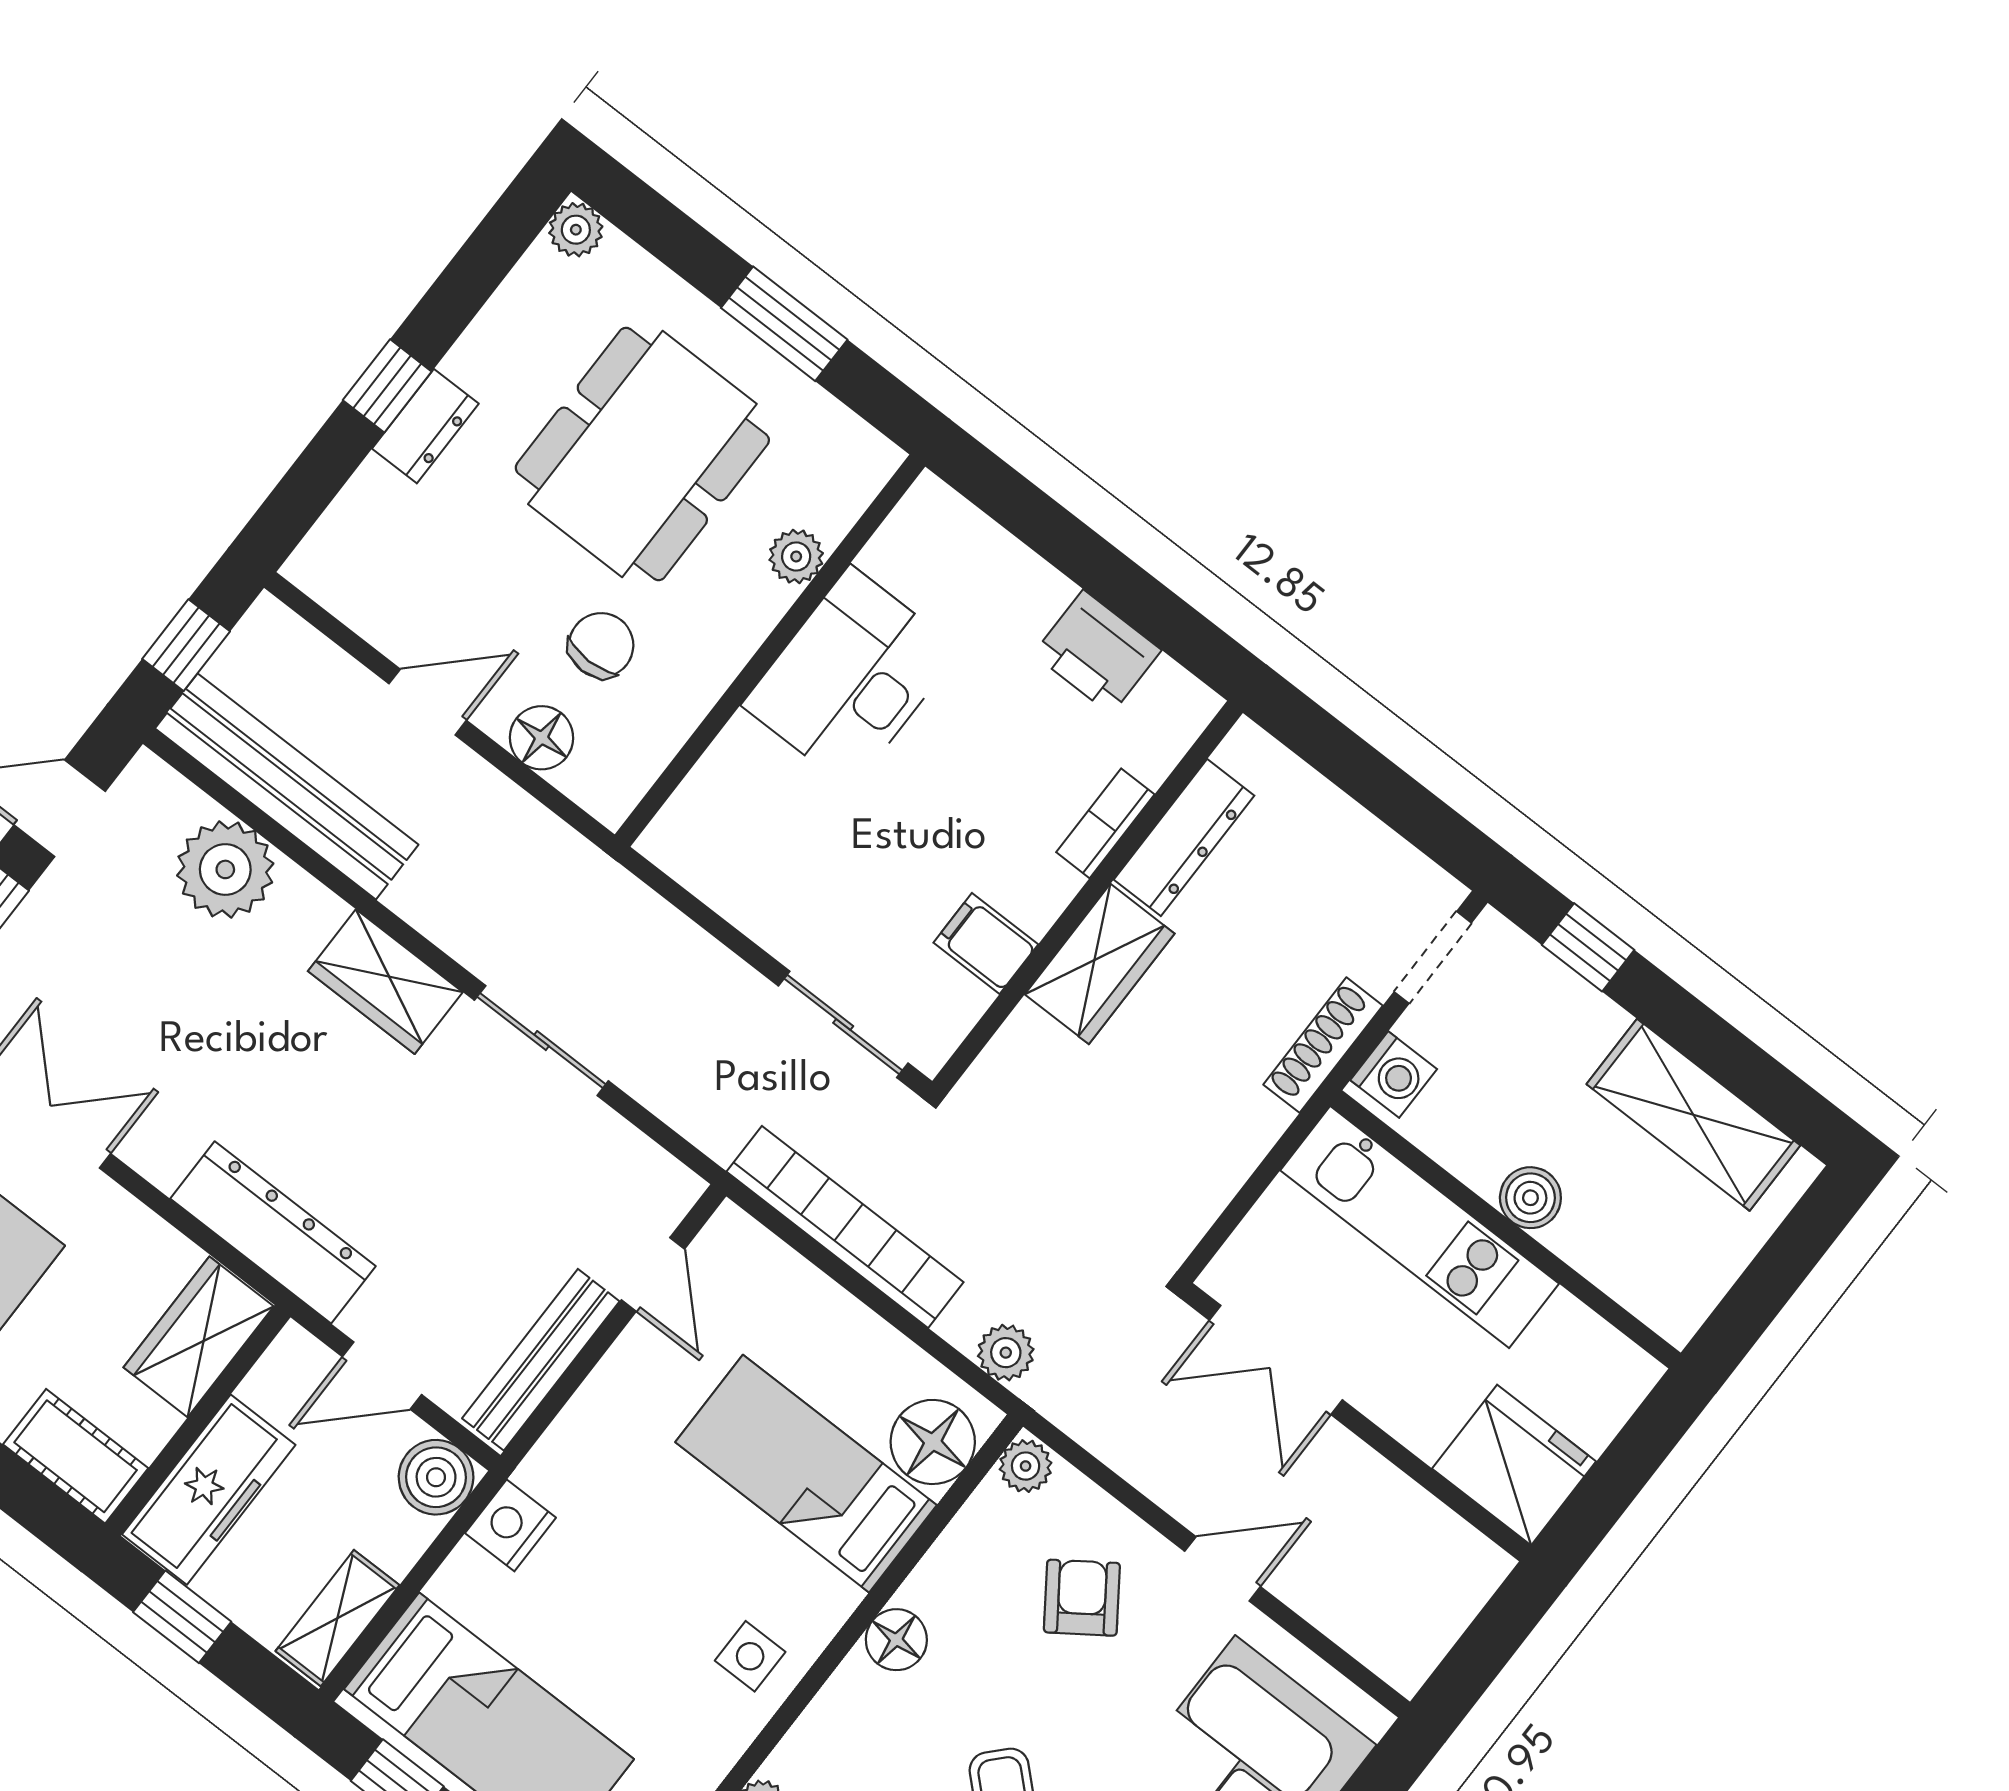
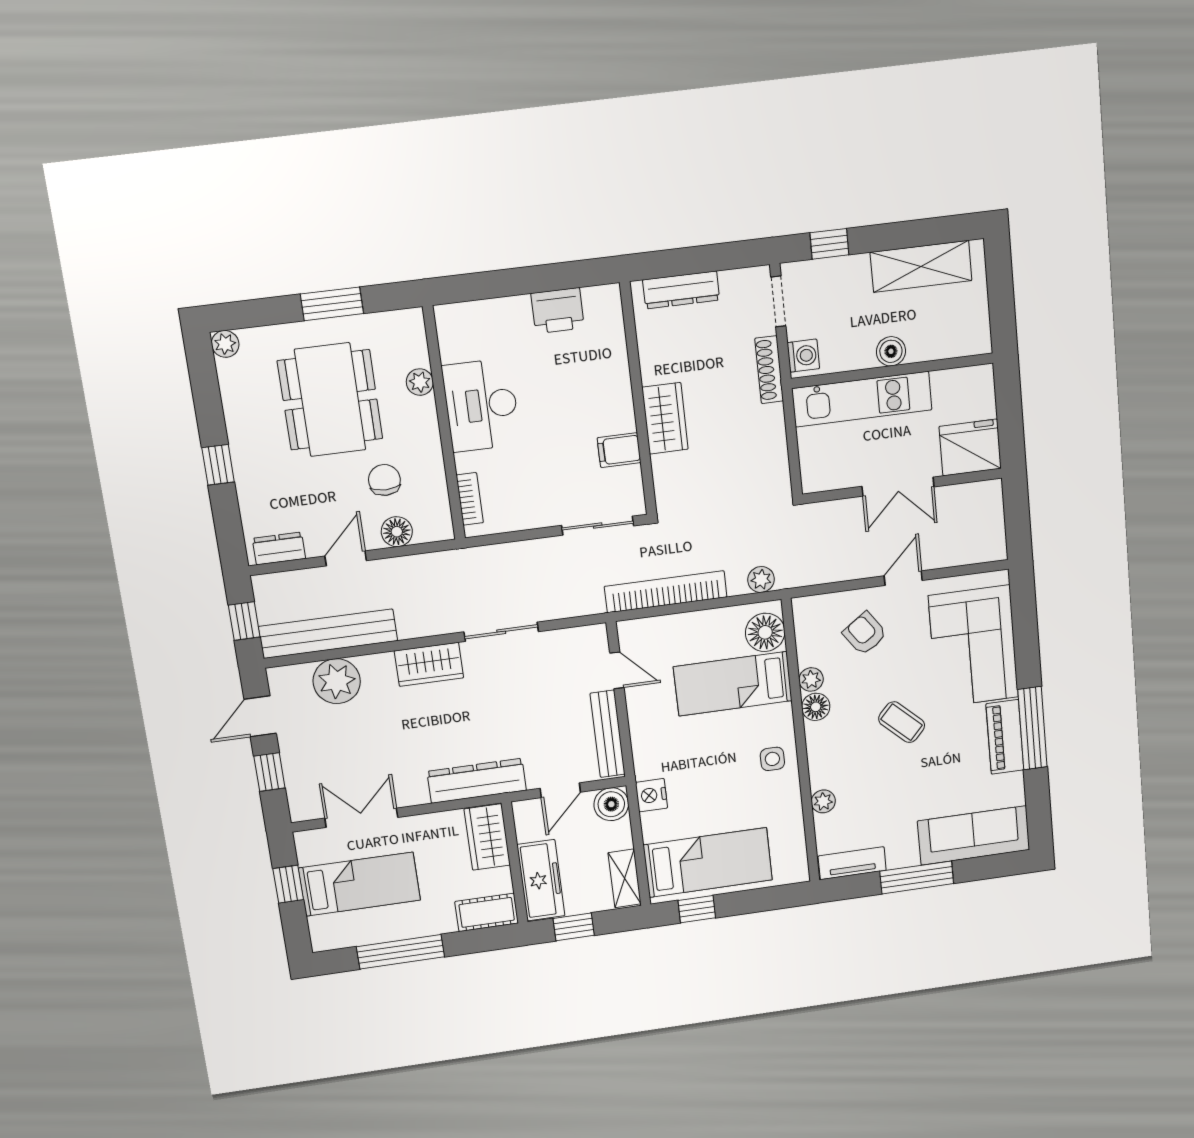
dresser: (425, 426) -> (279, 548), moved, turned -90
bookcase: (1105, 823) -> (470, 499), moved, turned 180
dresser: (1184, 838) -> (681, 290), moved, turned 90
double door: (1276, 1360) -> (898, 487), moved
plant: (1026, 1466) -> (811, 679), moved

